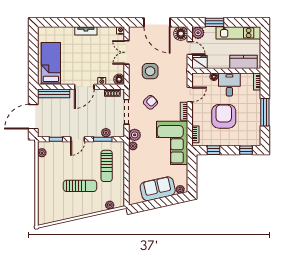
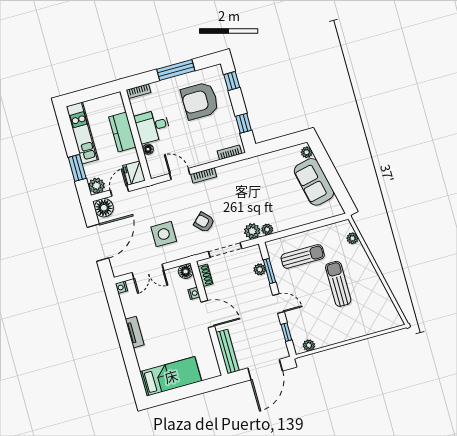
kitchen counter: (244, 62) -> (122, 132), moved
bed: (51, 63) -> (171, 376), moved, turned 180
armchair: (224, 116) -> (200, 101), moved
door: (33, 117) -> (265, 370), hinge flipped
corner sofa: (172, 143) -> (249, 179), removed

